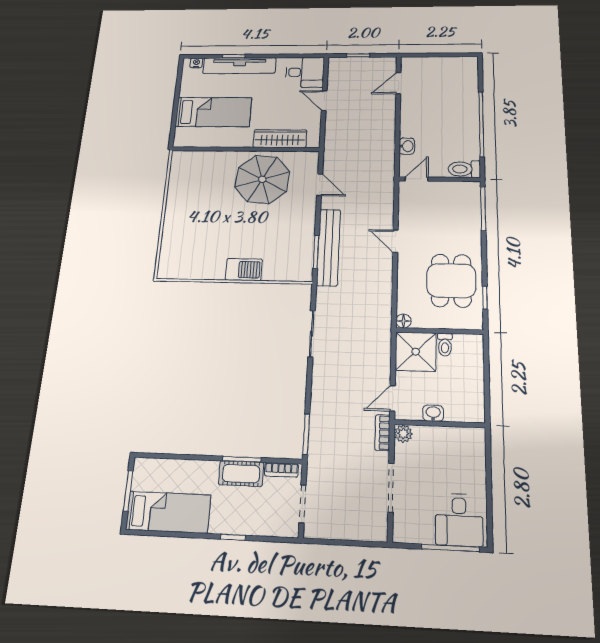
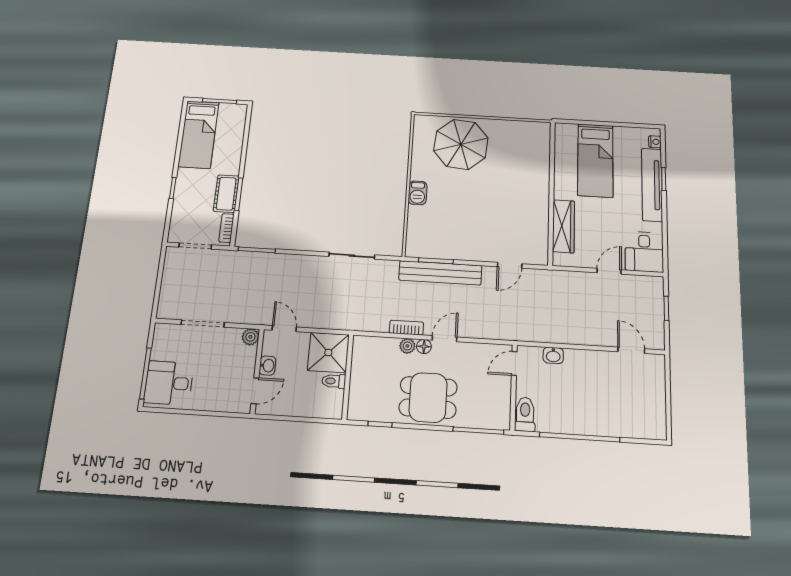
parasol: (262, 179) -> (461, 144), moved
door: (417, 179) -> (514, 363), swing flipped
barbecue: (244, 270) -> (418, 193), width x0.73, depth x0.79
plant: (405, 275) -> (407, 346), added
dining table: (451, 281) -> (428, 397), moved
floor lamp: (404, 321) -> (424, 347), moved
door: (461, 424) -> (255, 391), added
bookcase: (383, 433) -> (406, 328), moved

